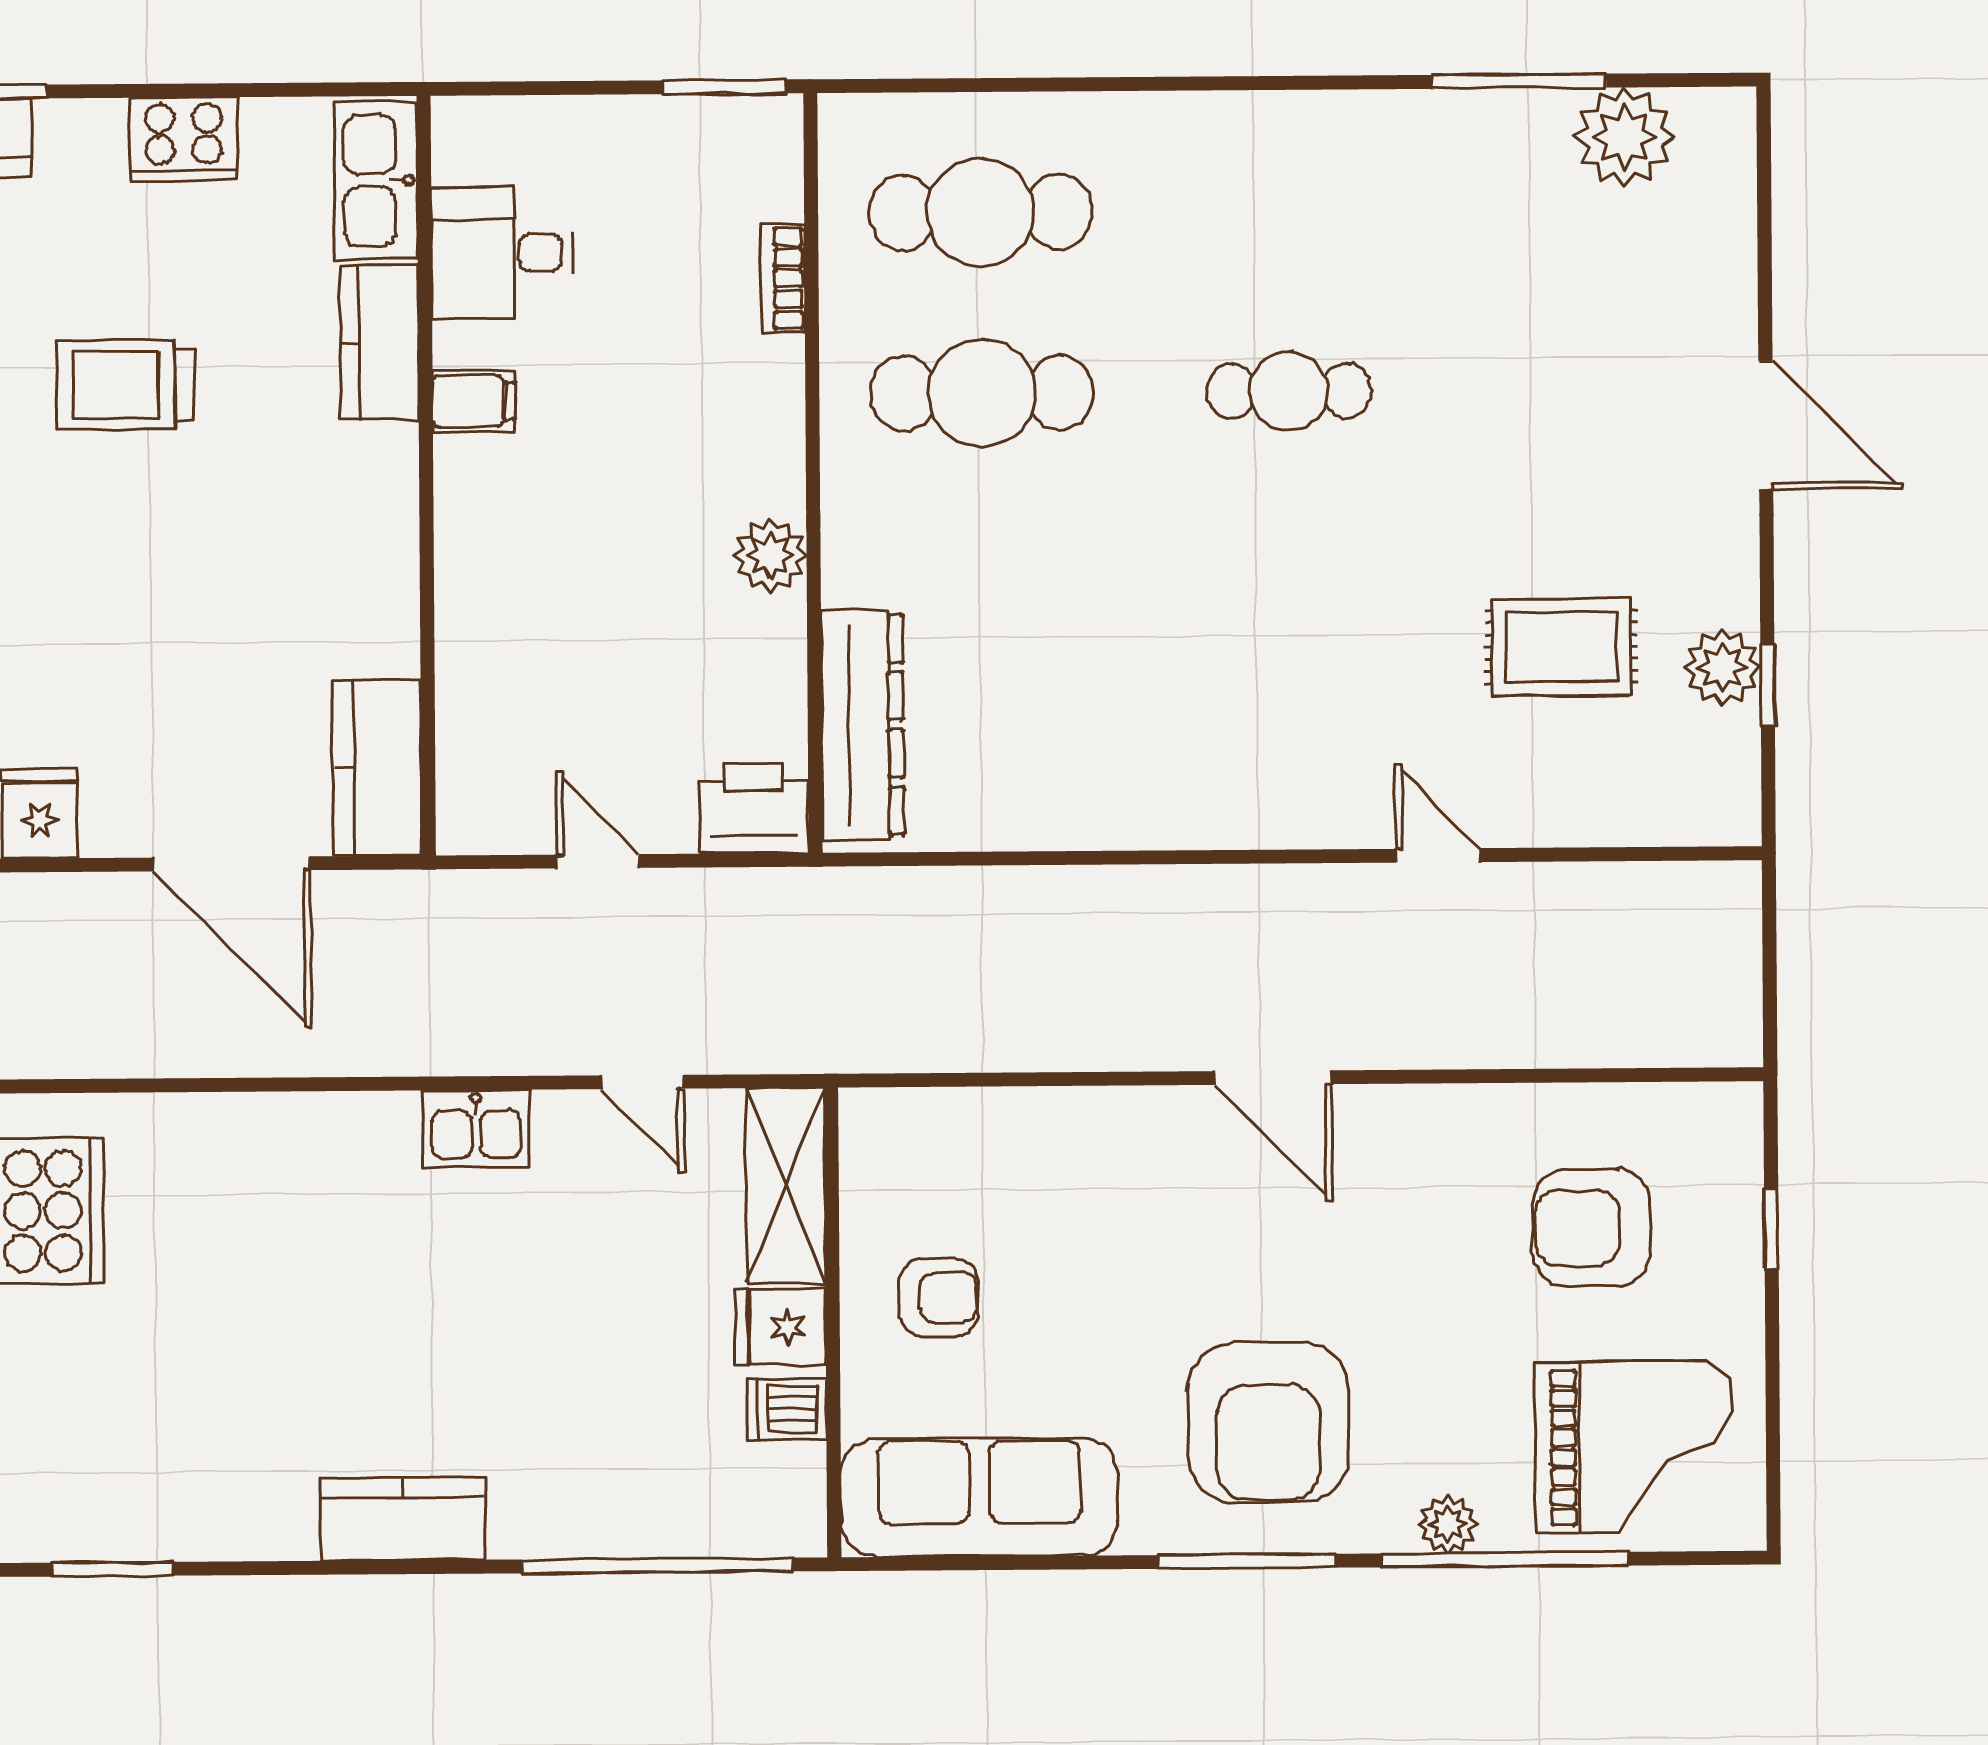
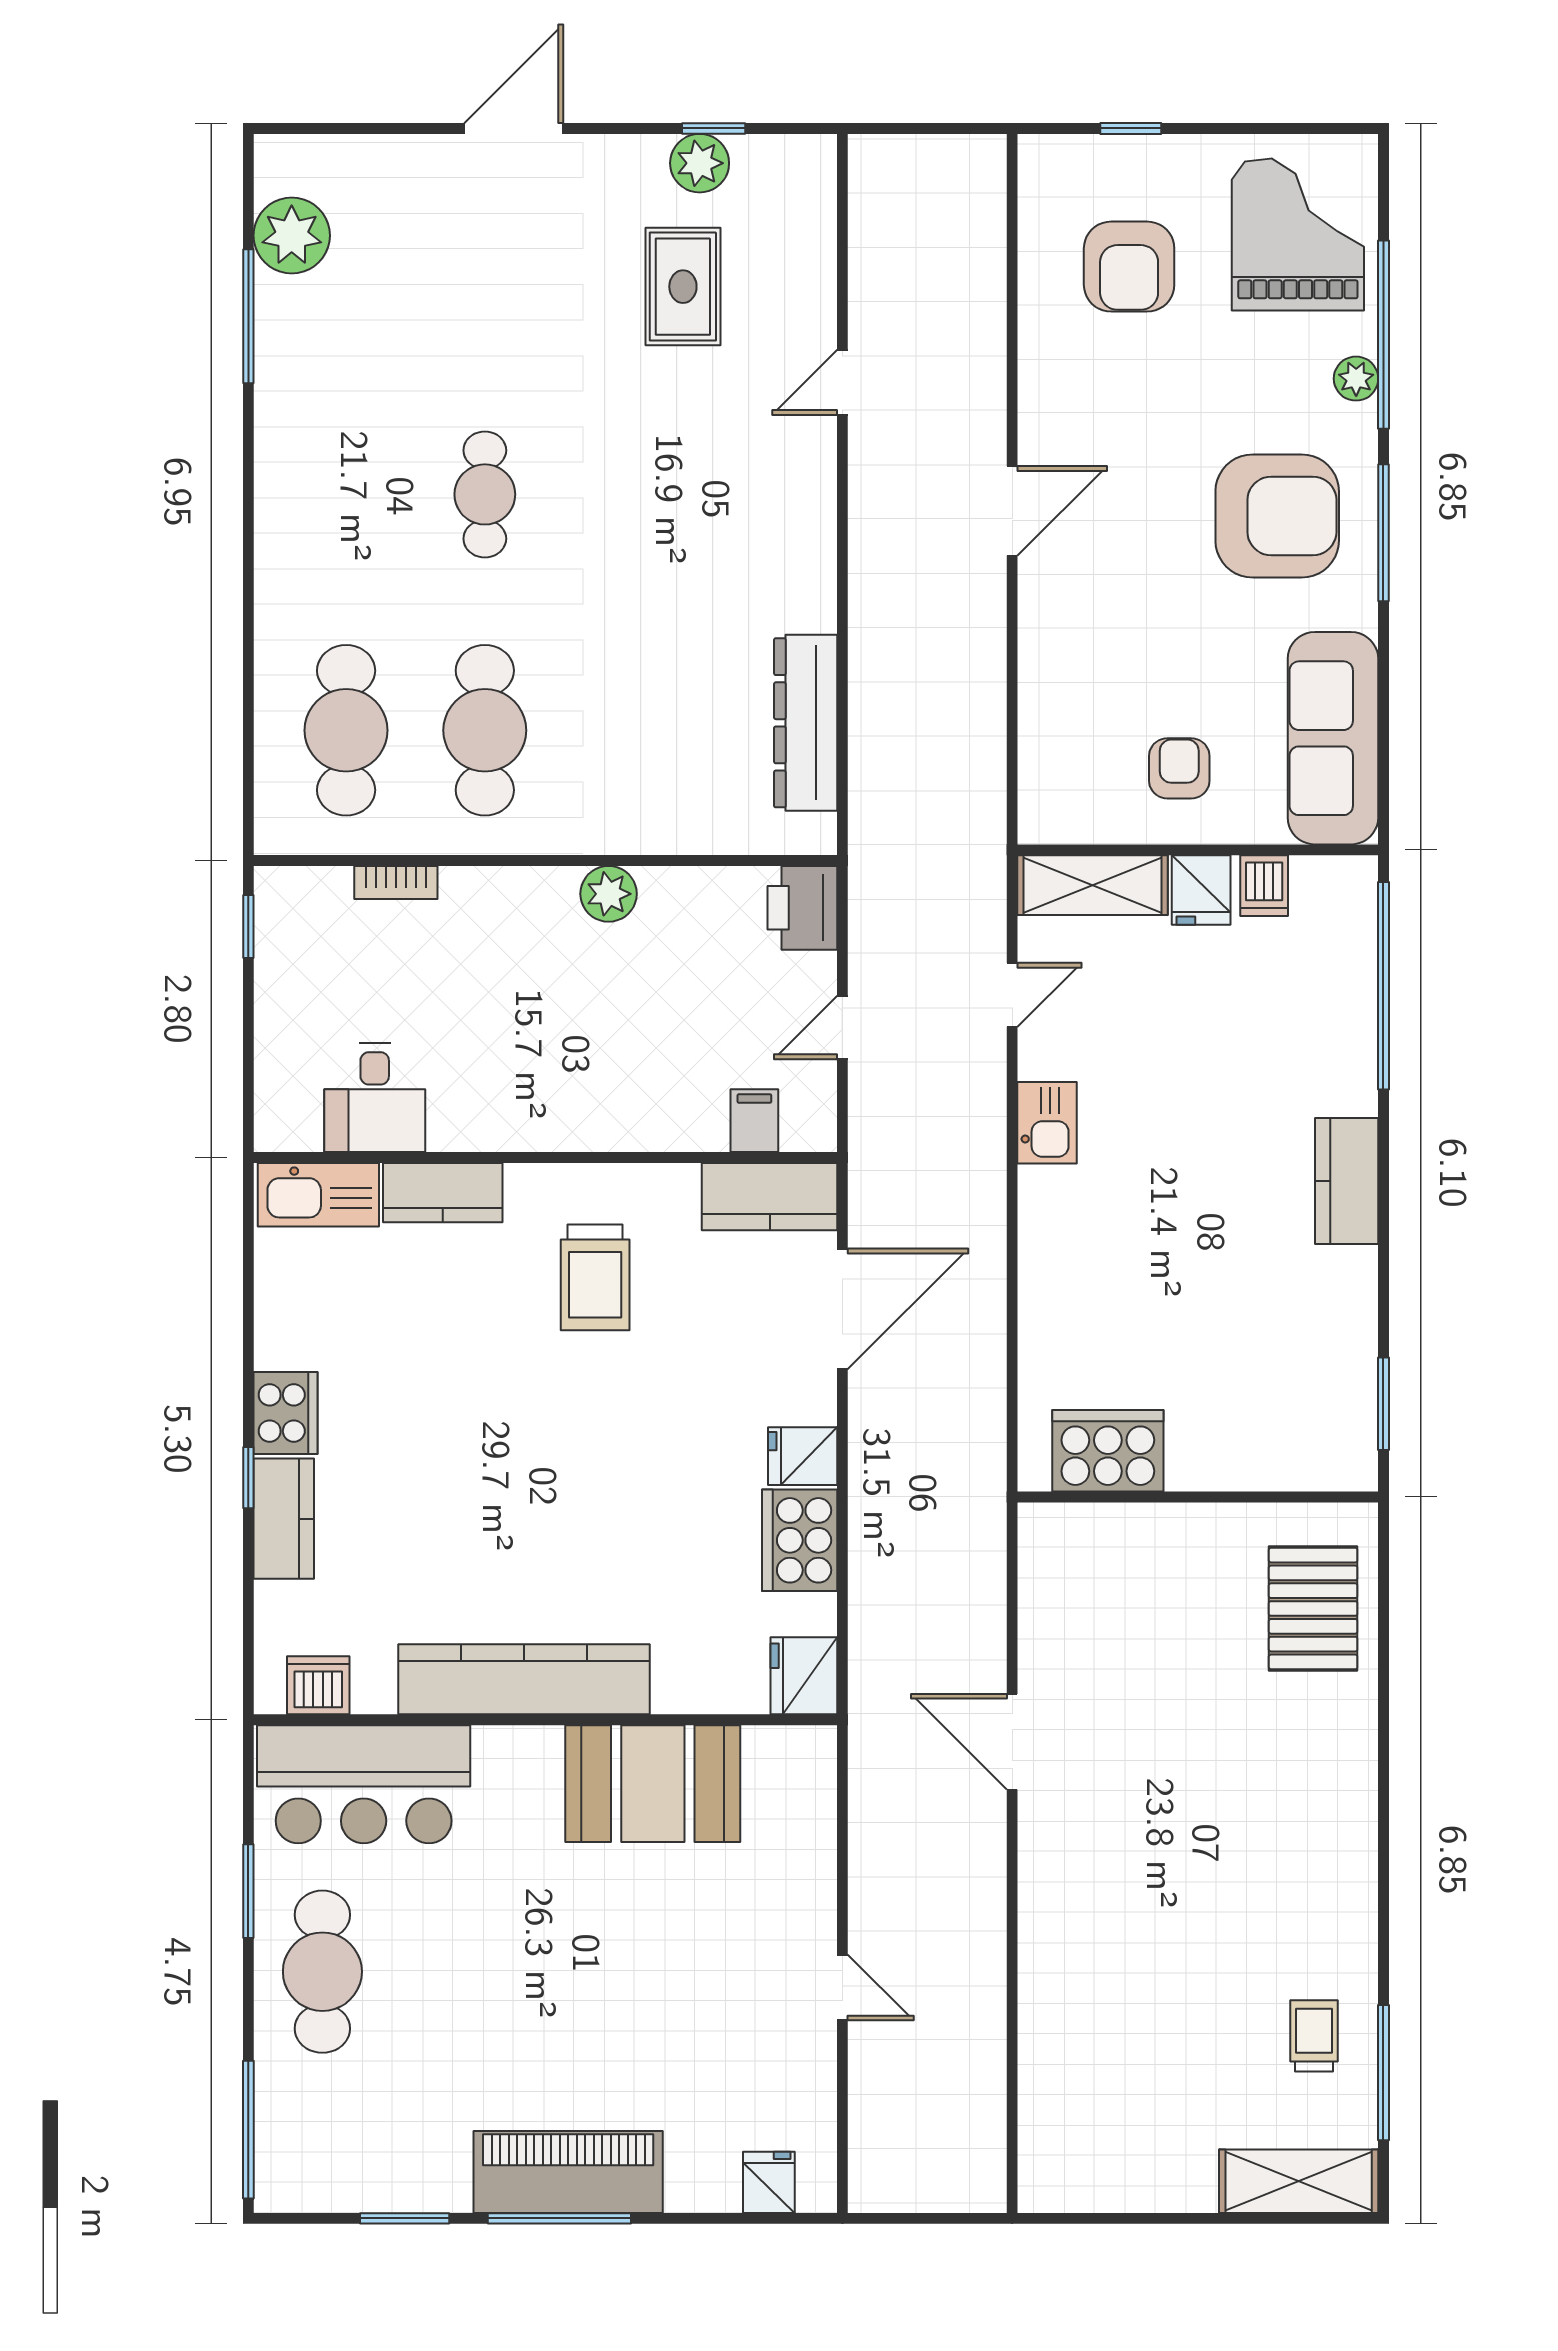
window: (724, 87) -> (248, 927), width x0.67
cooker: (183, 139) -> (286, 1413), moved
trolley: (125, 385) -> (595, 1277), moved
filing cabinet: (474, 401) -> (754, 1121), moved
dresser: (863, 725) -> (806, 723), moved, turned -90

